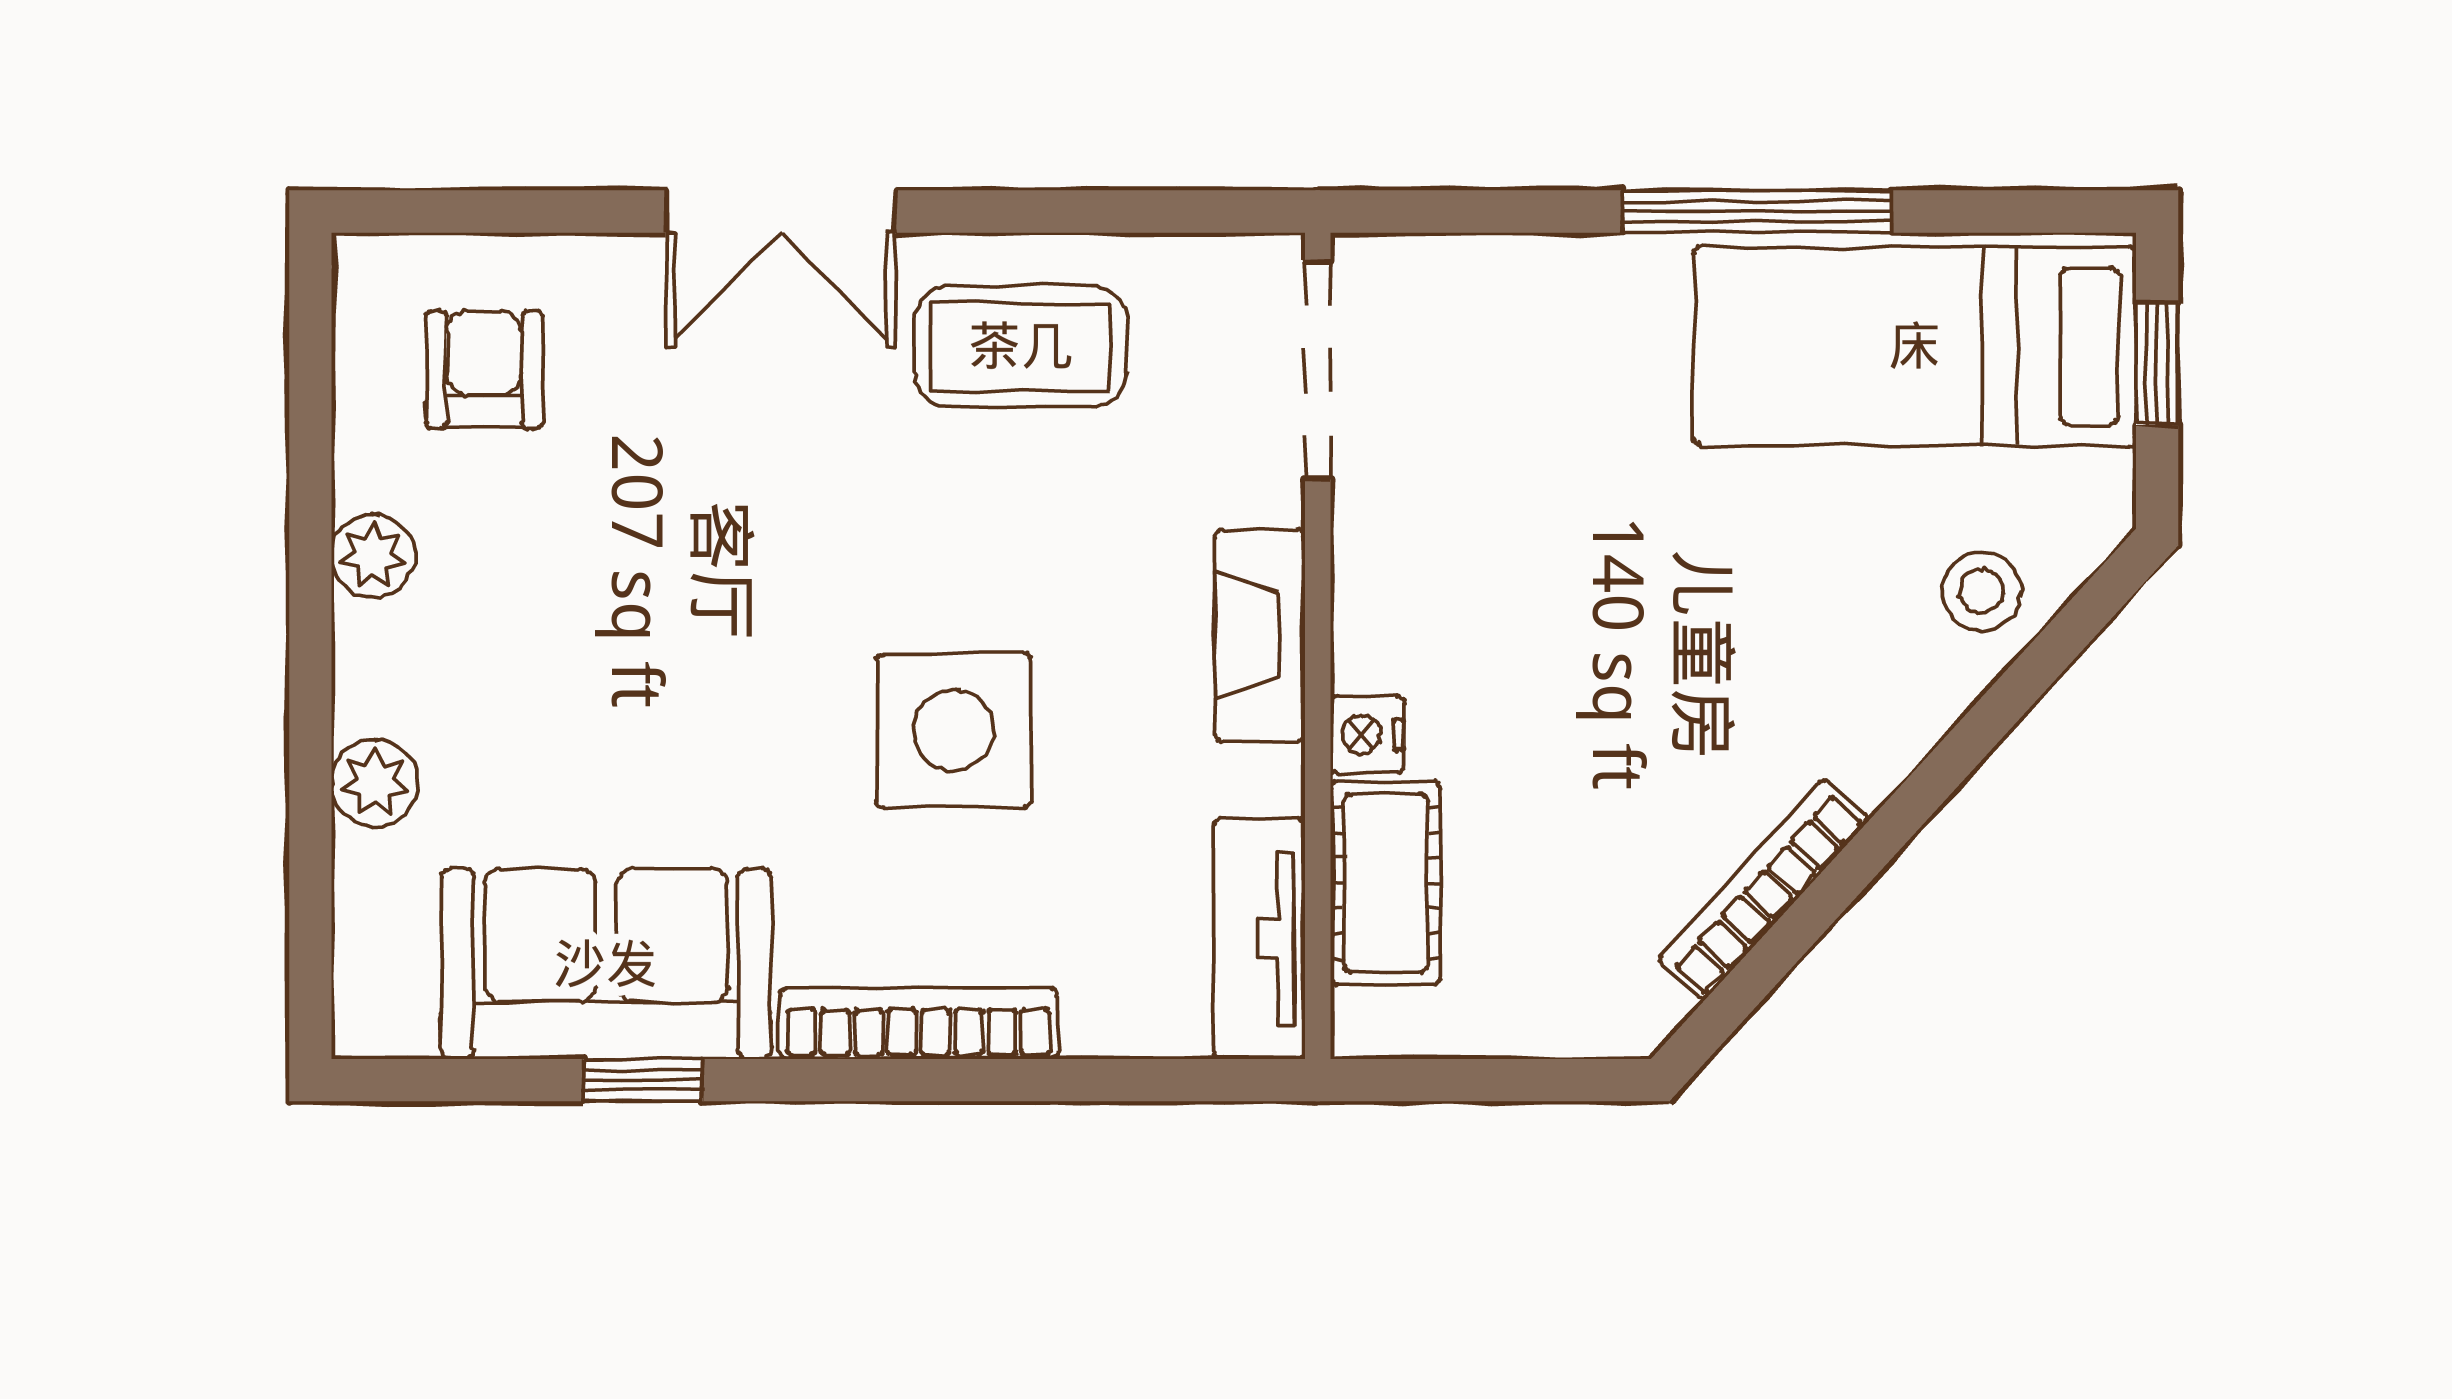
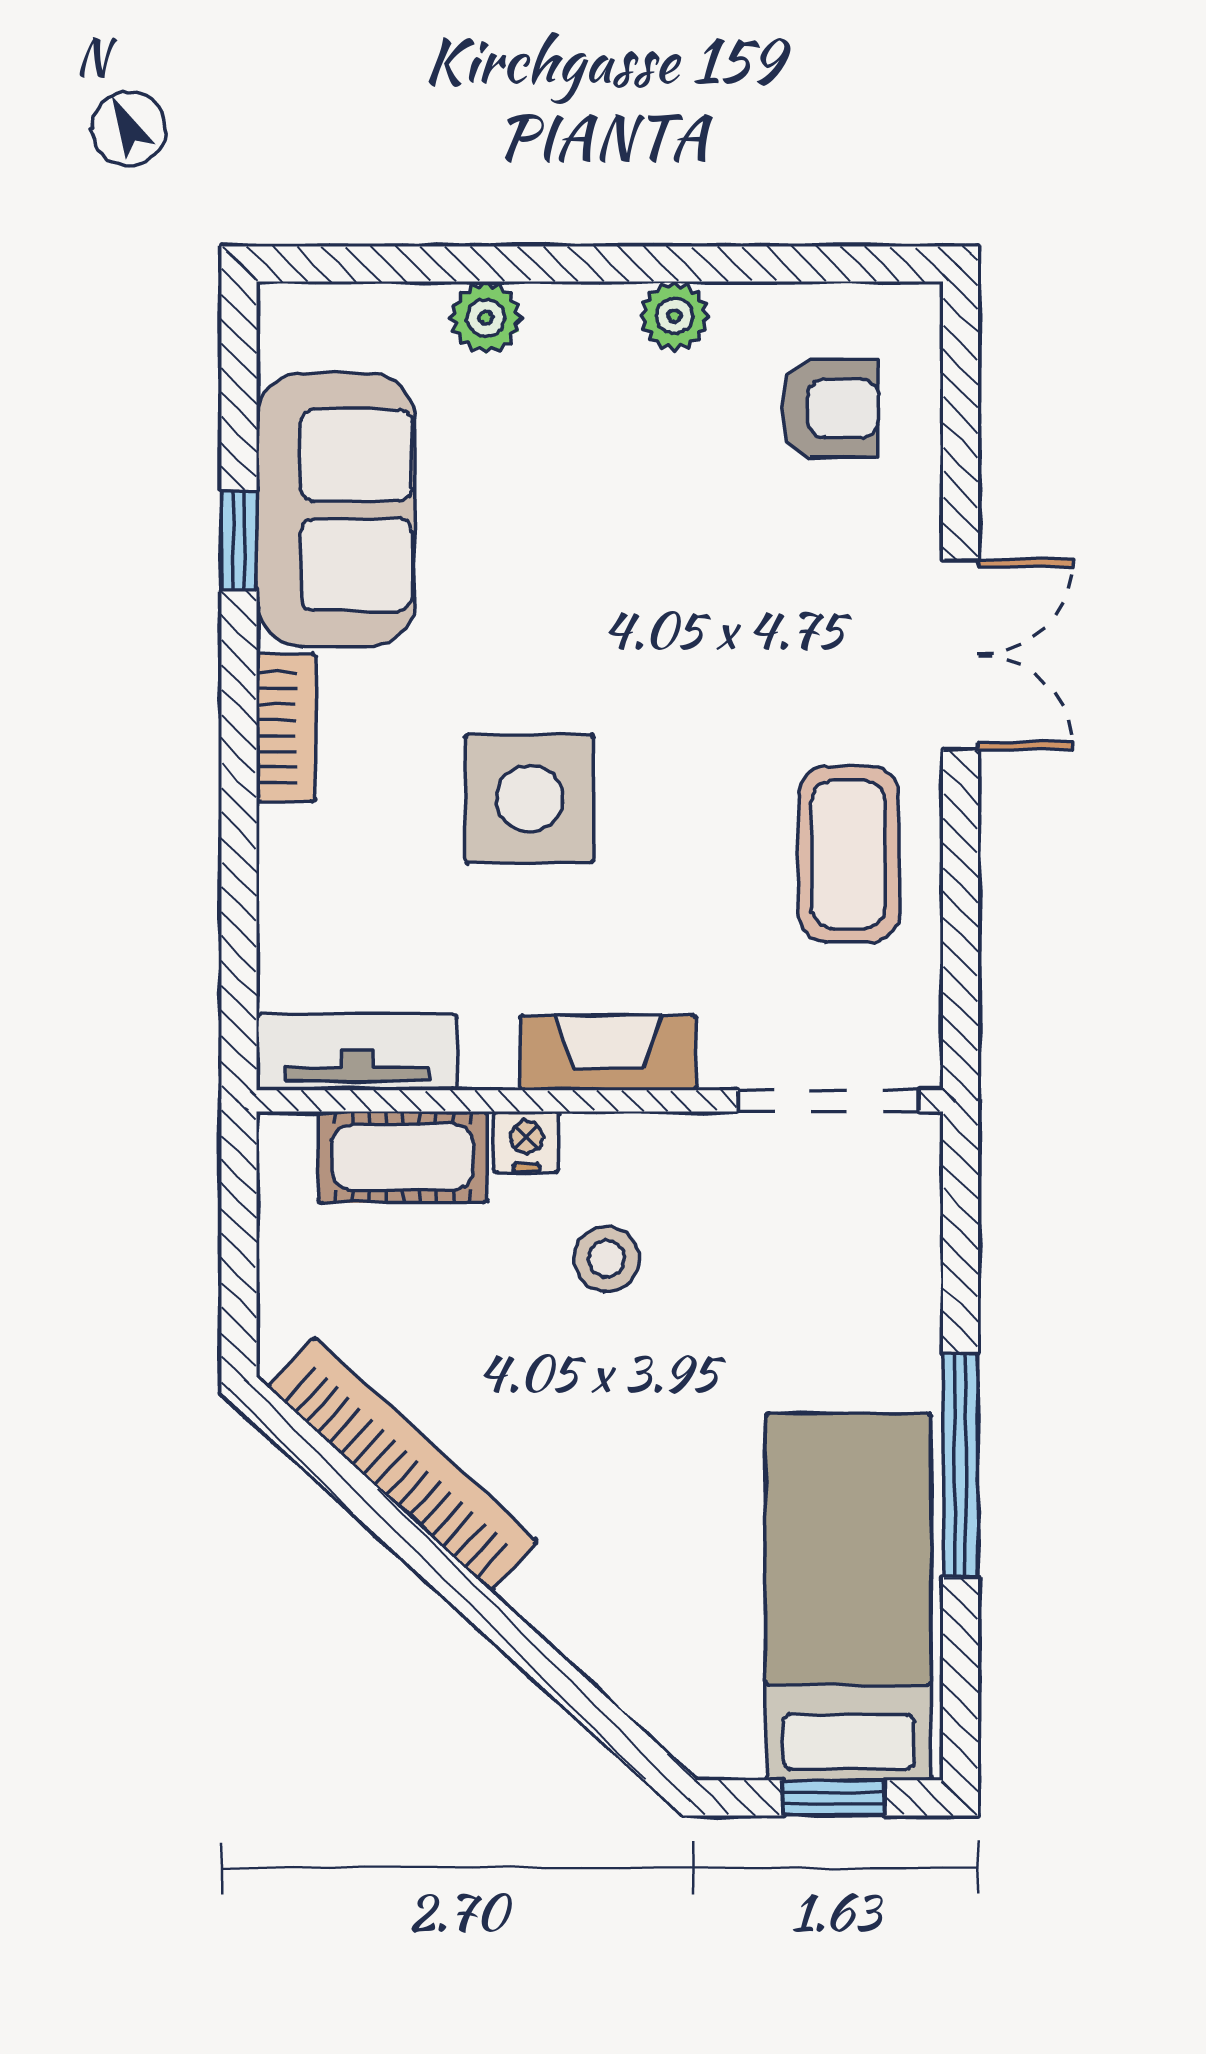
double door: (781, 211) -> (960, 655), swing flipped
stool: (1982, 591) -> (607, 1259), moved
bookcase: (1763, 889) -> (403, 1465), width x1.48, depth x1.31
bookcase: (919, 1024) -> (286, 728), width x0.64

